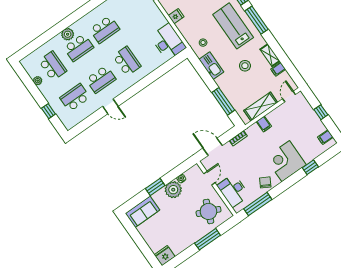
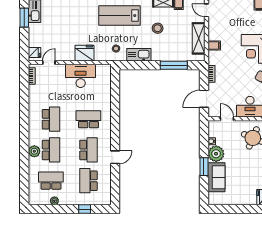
fridge: (176, 16) -> (85, 53), width x1.88, depth x1.34
desk: (168, 42) -> (81, 76), moved
sofa: (142, 212) -> (216, 177), moved

